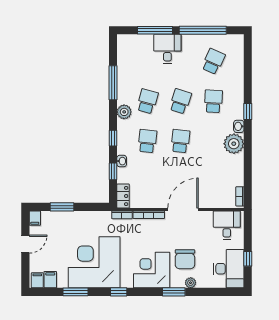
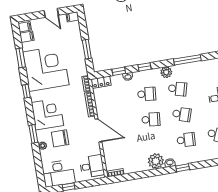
window: (62, 207) -> (87, 49), moved

